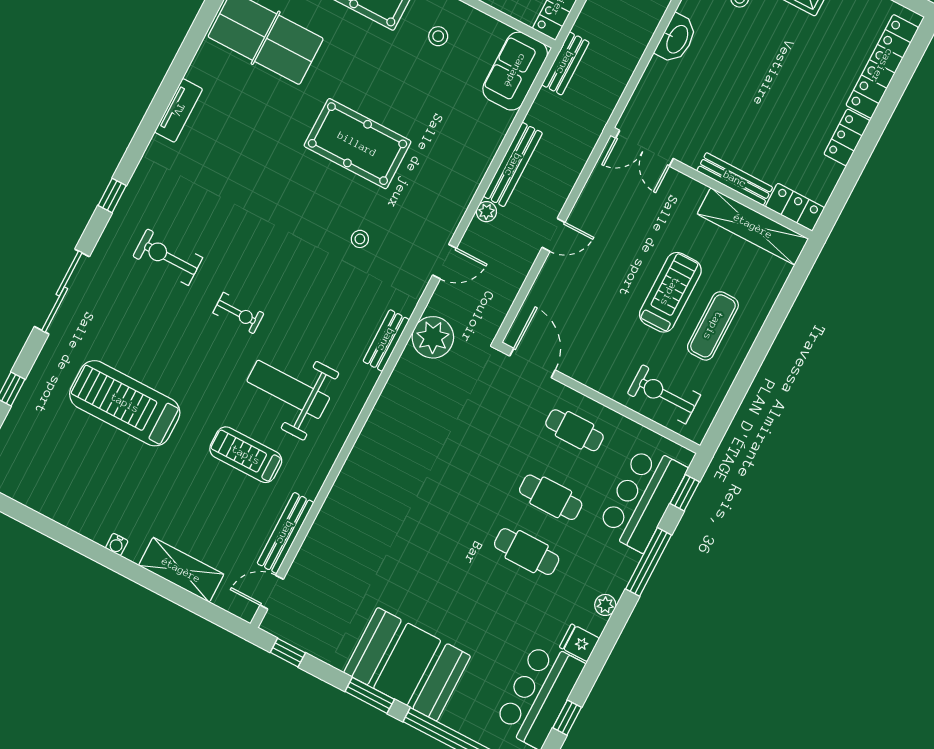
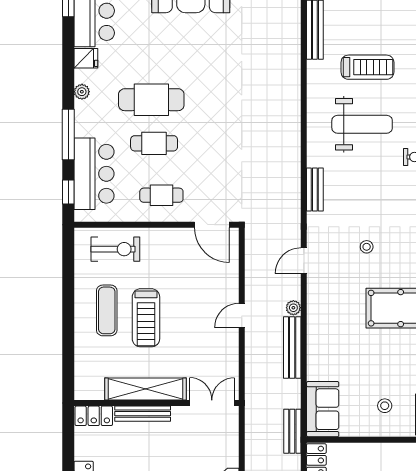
shelving: (753, 226) -> (146, 389), moved
plant: (433, 337) -> (286, 208), removed
cafe table: (527, 552) -> (151, 100), width x1.37, depth x1.35

